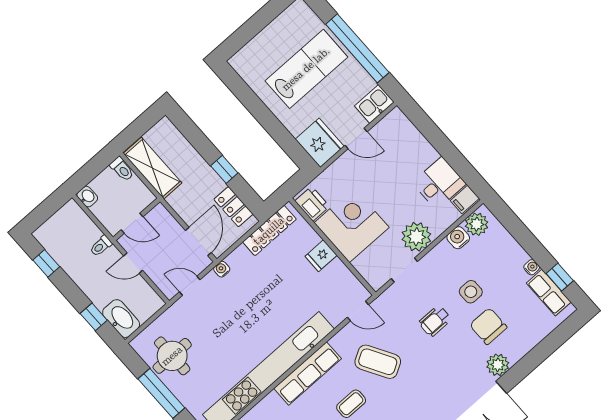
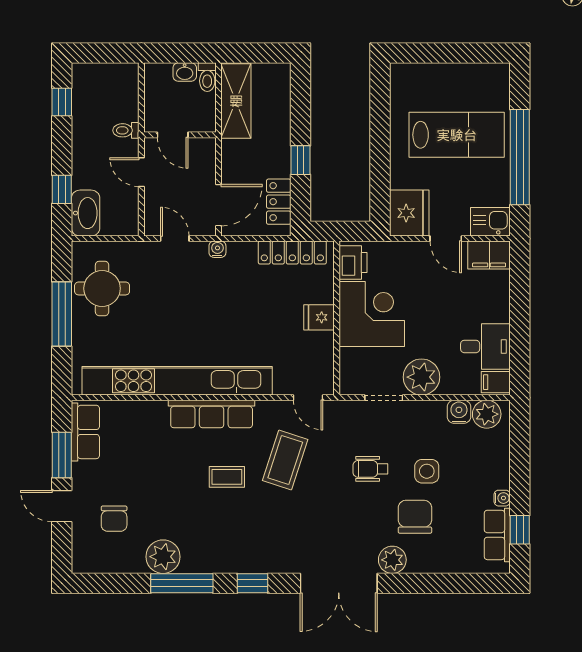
filing cabinet: (392, 125) -> (489, 255), added
washbasin: (87, 197) -> (185, 72), moved, turned 90
coffee table: (378, 362) -> (285, 460), turned 48

